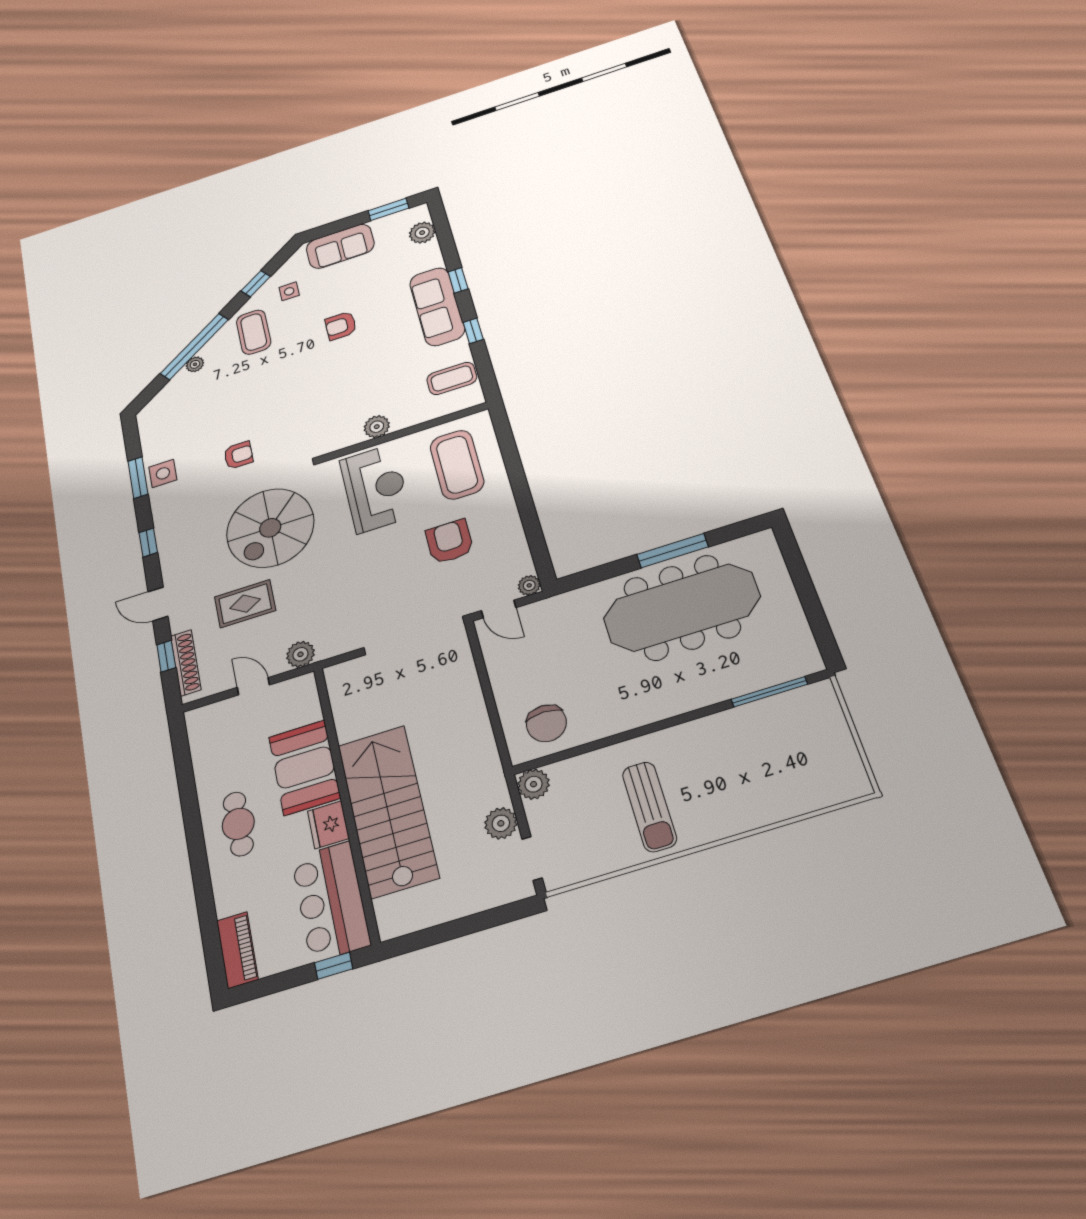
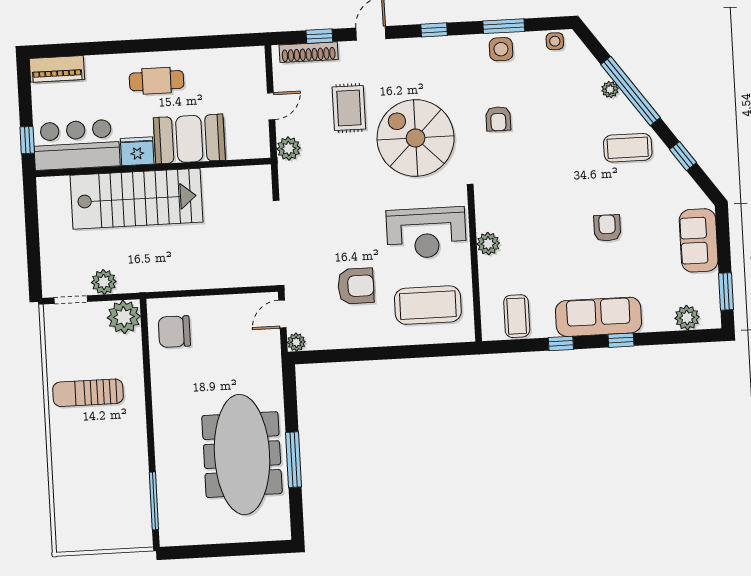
side table: (289, 291) -> (555, 41), moved
plant: (534, 784) -> (124, 317), width x1.36, depth x1.36

